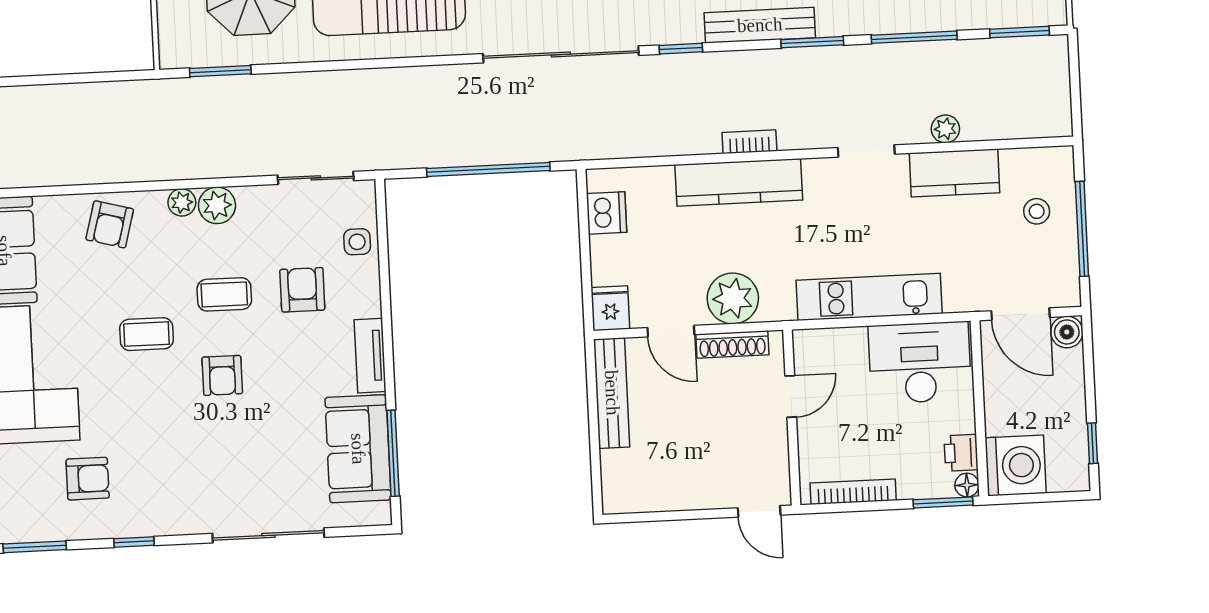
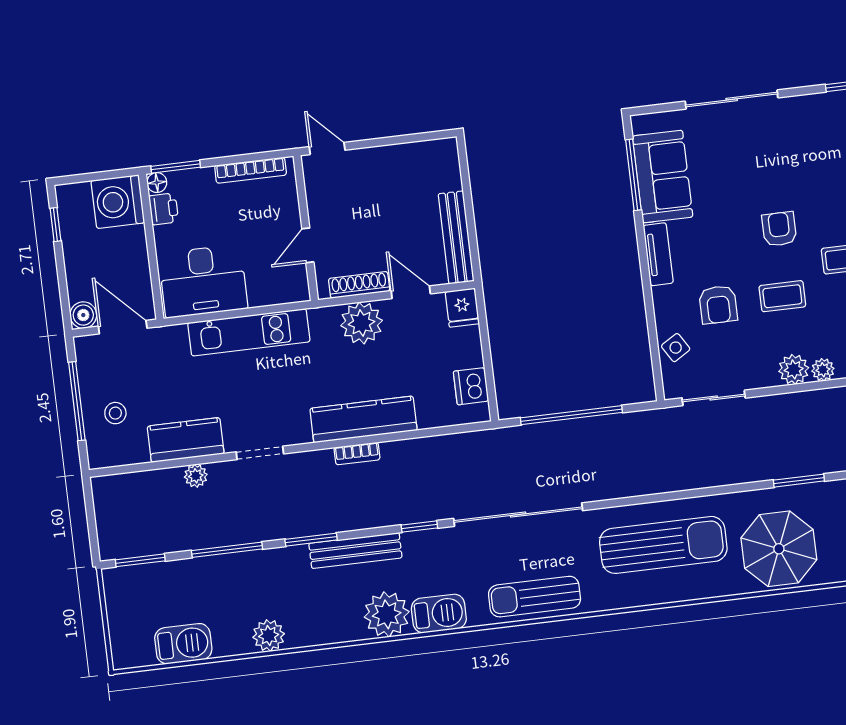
side table: (357, 242) -> (676, 348), turned -32

